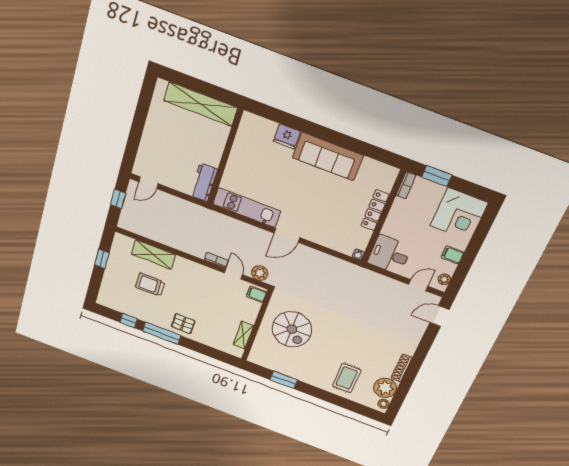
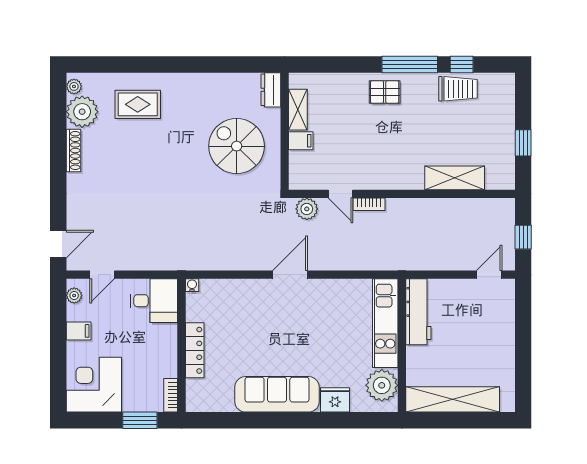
plant: (249, 134) -> (382, 385), added
workbench: (204, 182) -> (418, 312), width x1.38
kitchen unit: (247, 208) -> (385, 323), moved, turned 90
trolley: (150, 285) -> (458, 89), moved
filing cabinet: (256, 294) -> (301, 141), moved
dresser: (256, 353) -> (271, 90), added
rug: (347, 378) -> (138, 104), turned 90
window: (284, 380) -> (220, 64), removed

